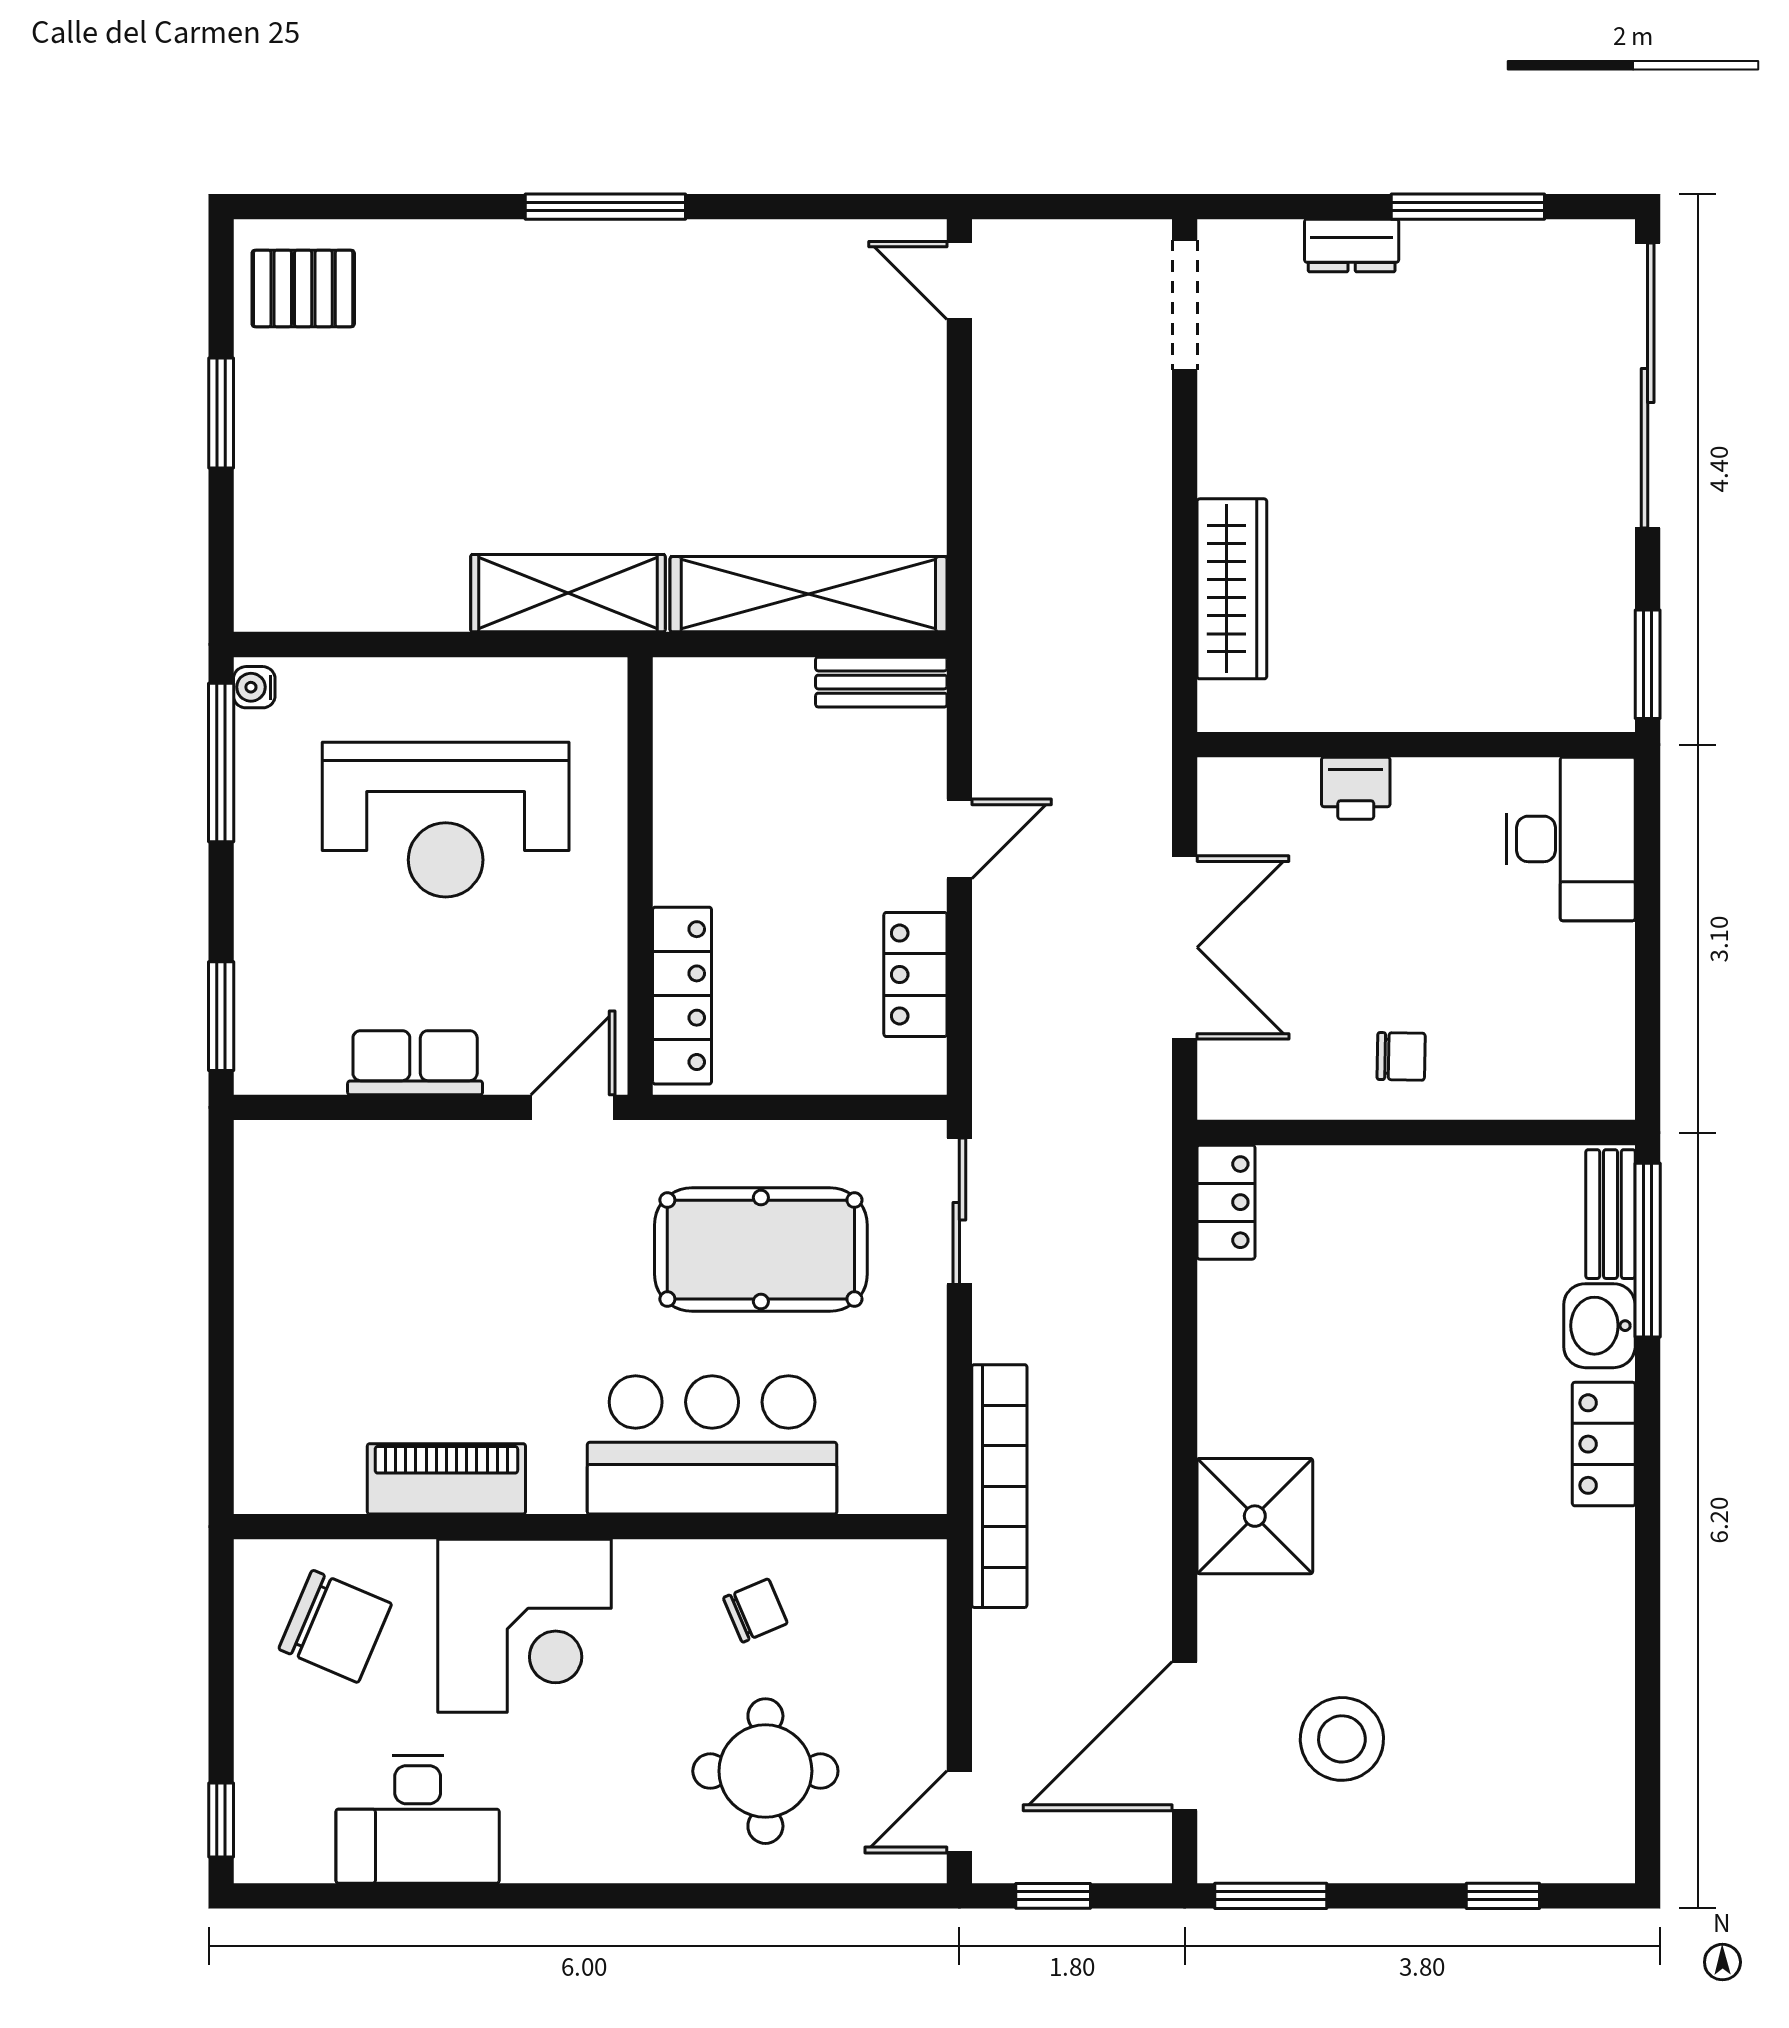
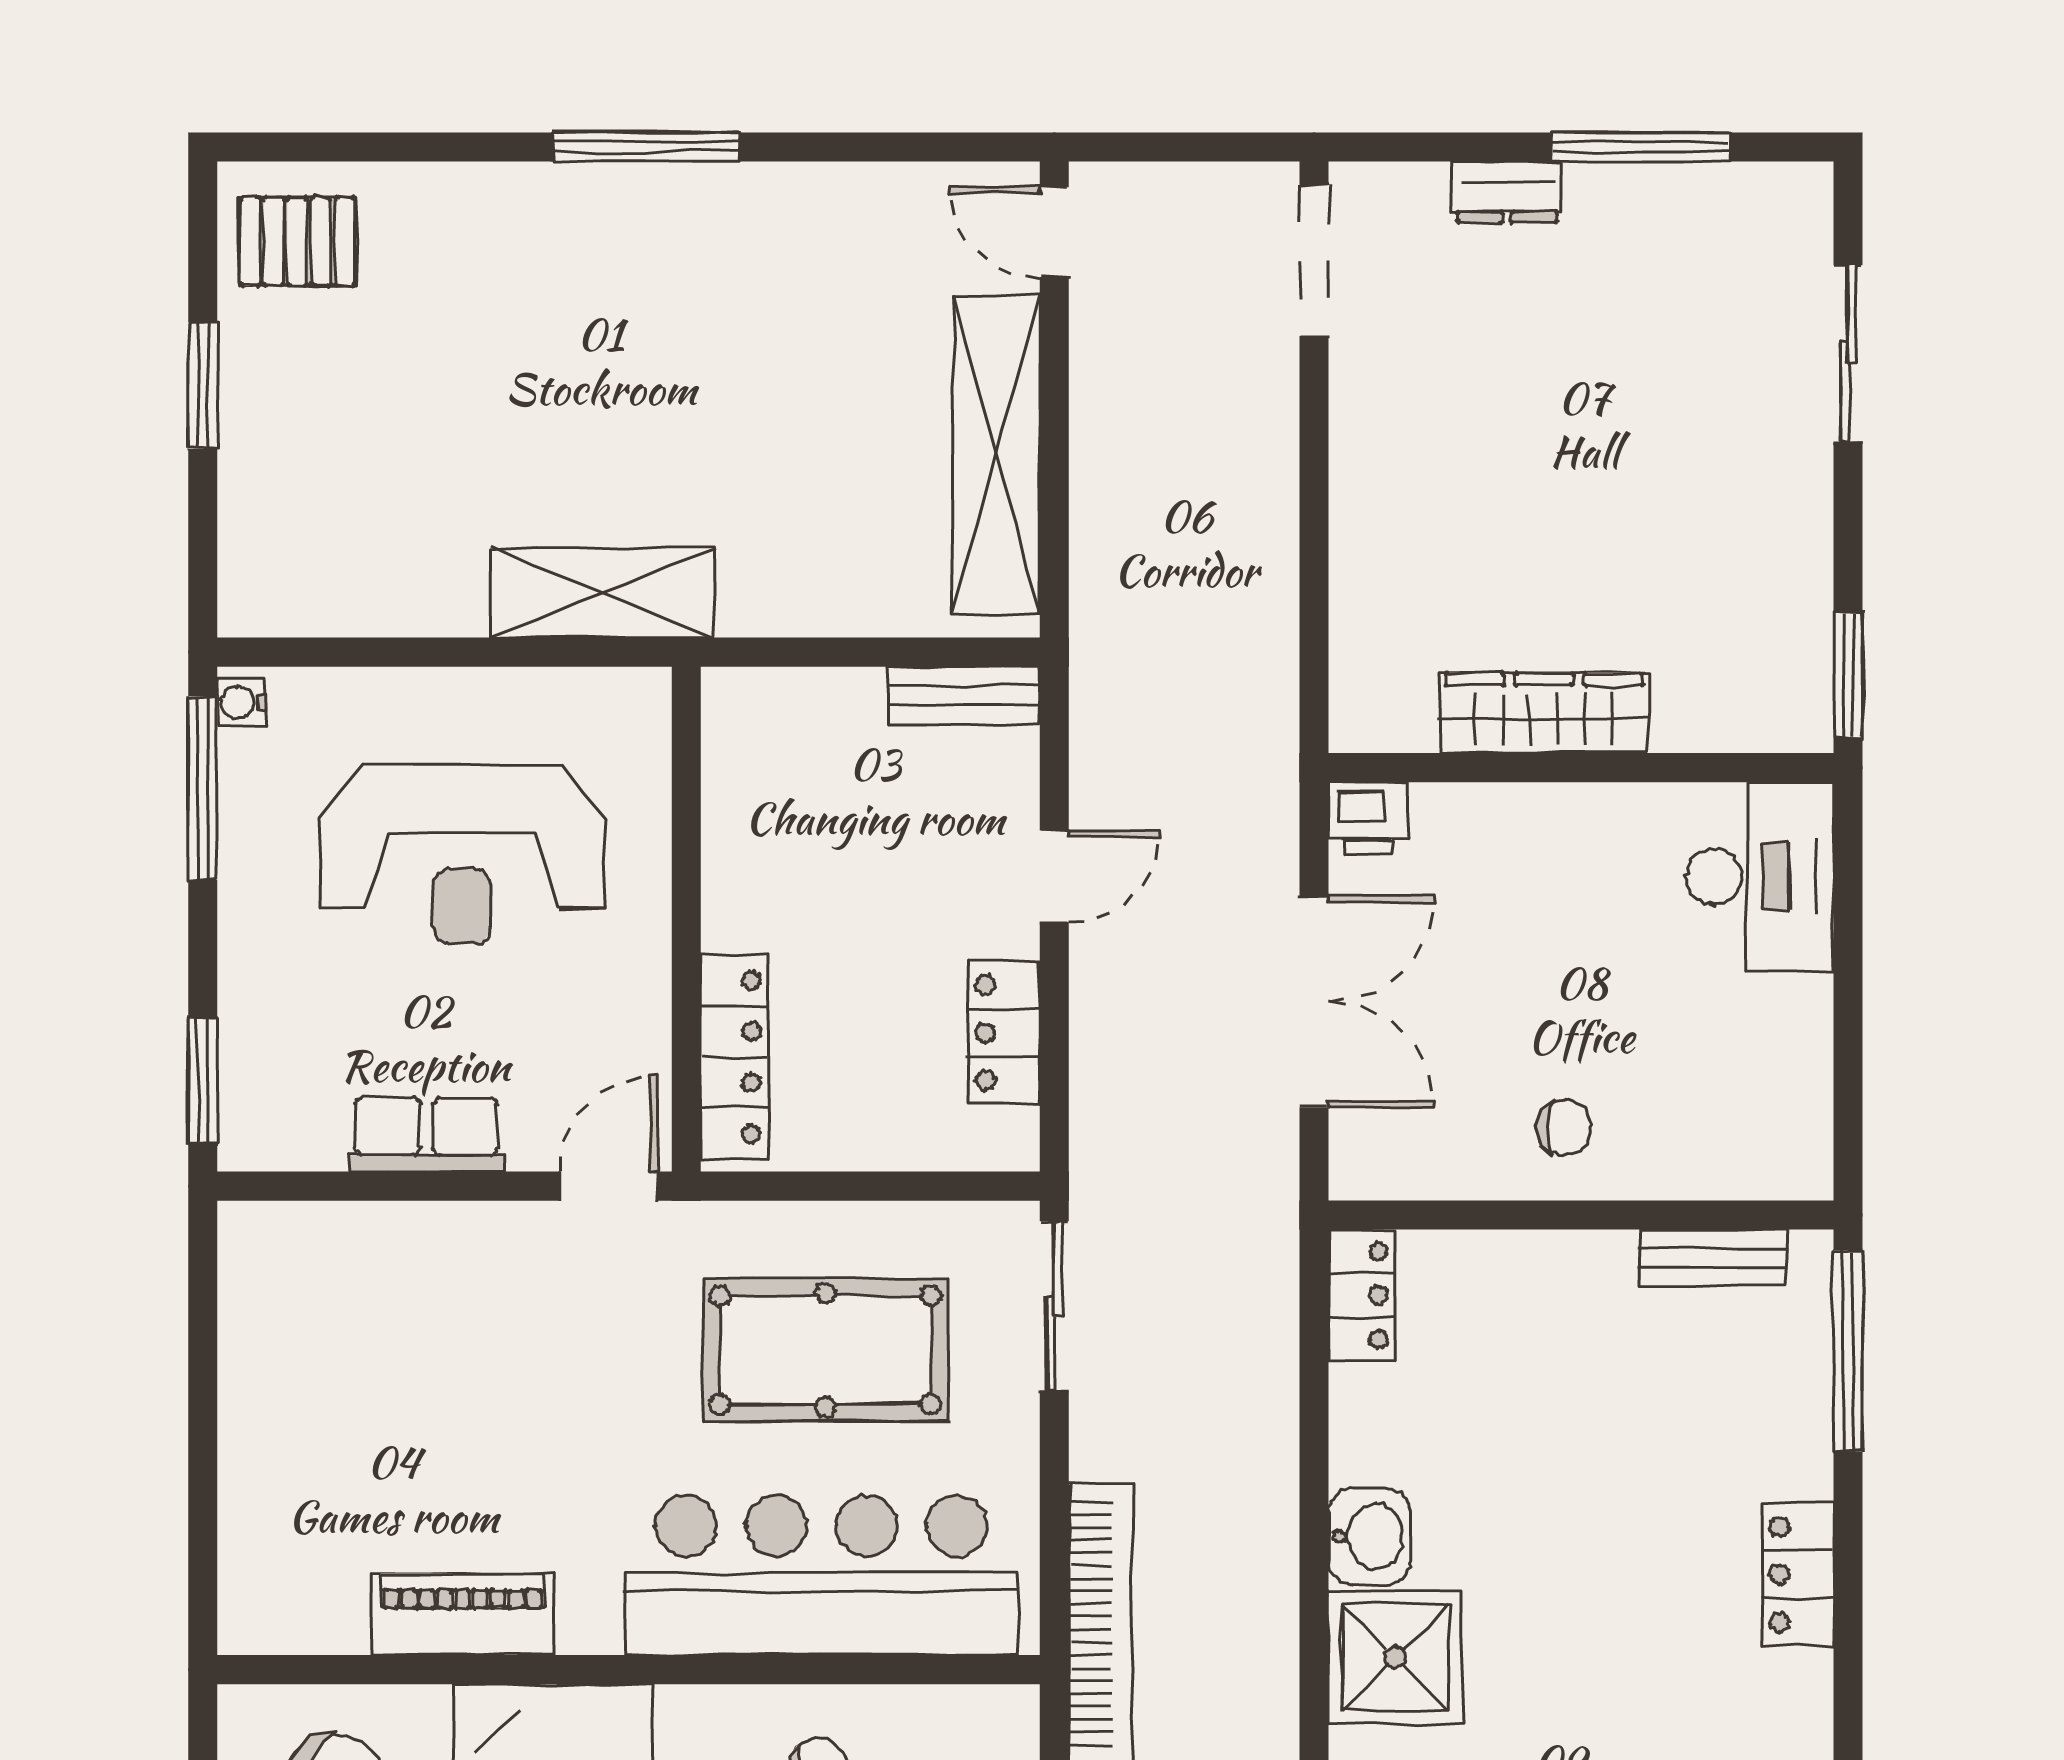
sliding door: (1648, 385) -> (1848, 353), width x0.54
wardrobe: (1232, 589) -> (1544, 713), moved, turned -90
shelving: (808, 594) -> (996, 454), moved, turned 90
printer: (1356, 788) -> (1368, 818), moved
bench: (1610, 1214) -> (1713, 1258), moved, turned 90
washbasin: (1599, 1326) -> (1370, 1536), moved, turned 180
bar counter: (712, 1445) -> (821, 1575), width x1.36

